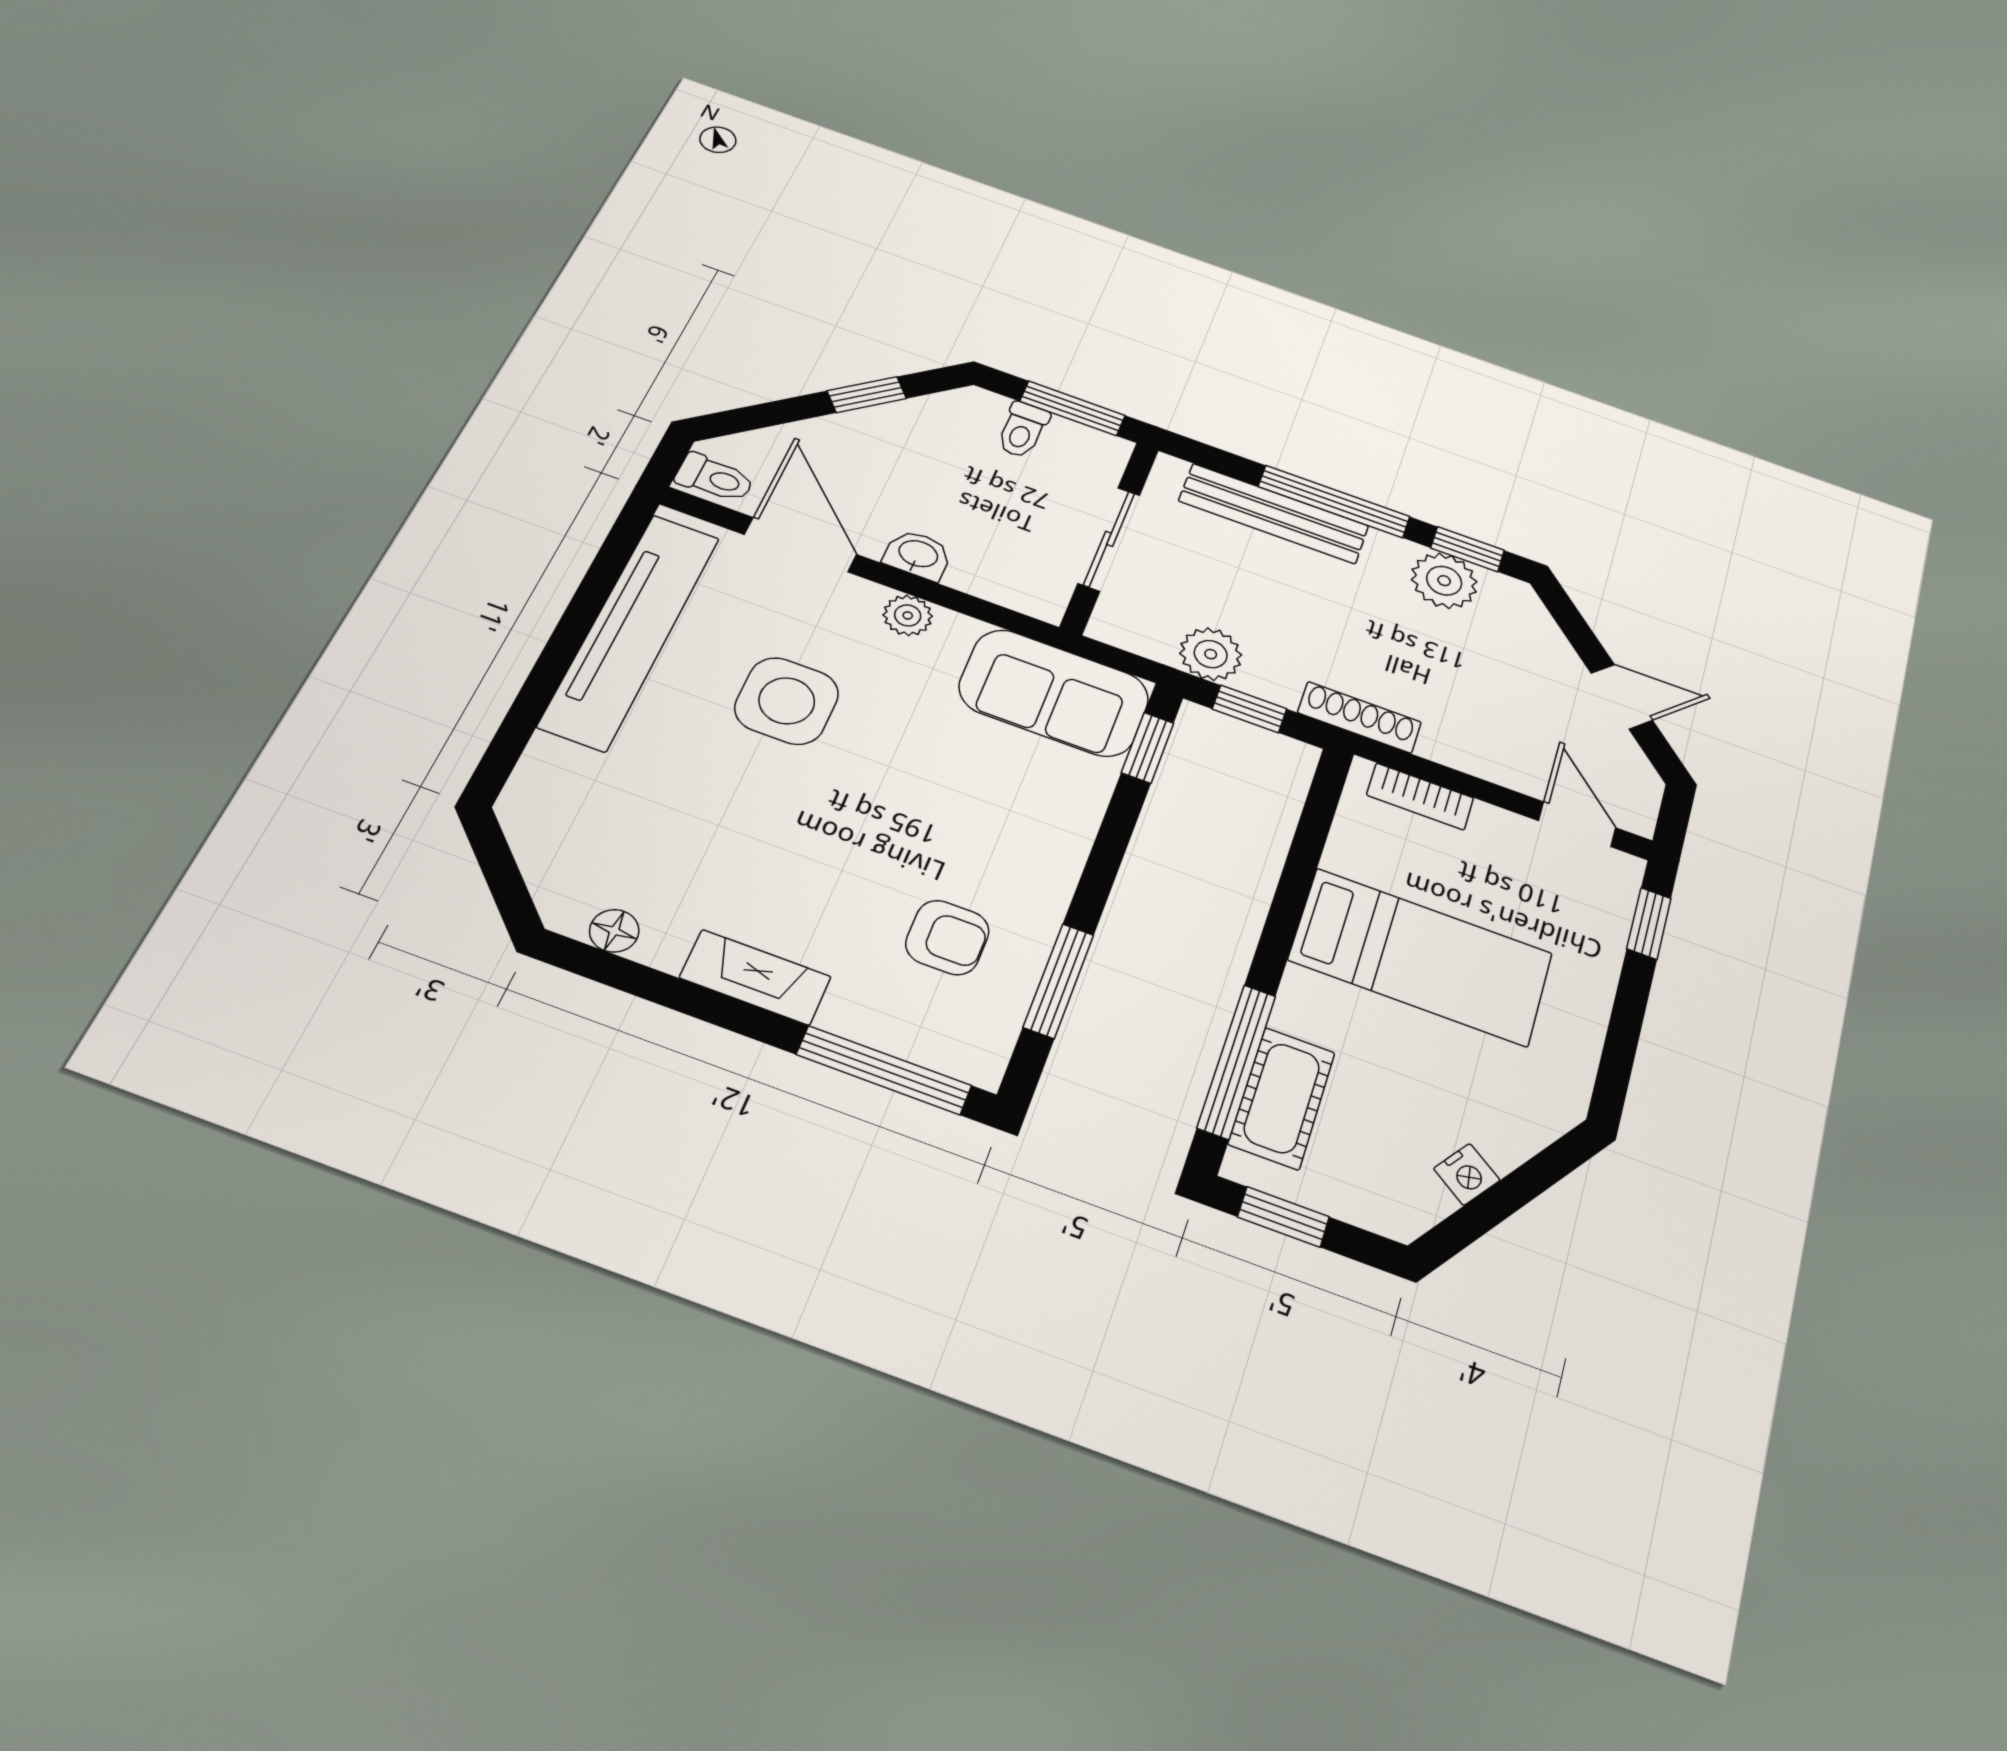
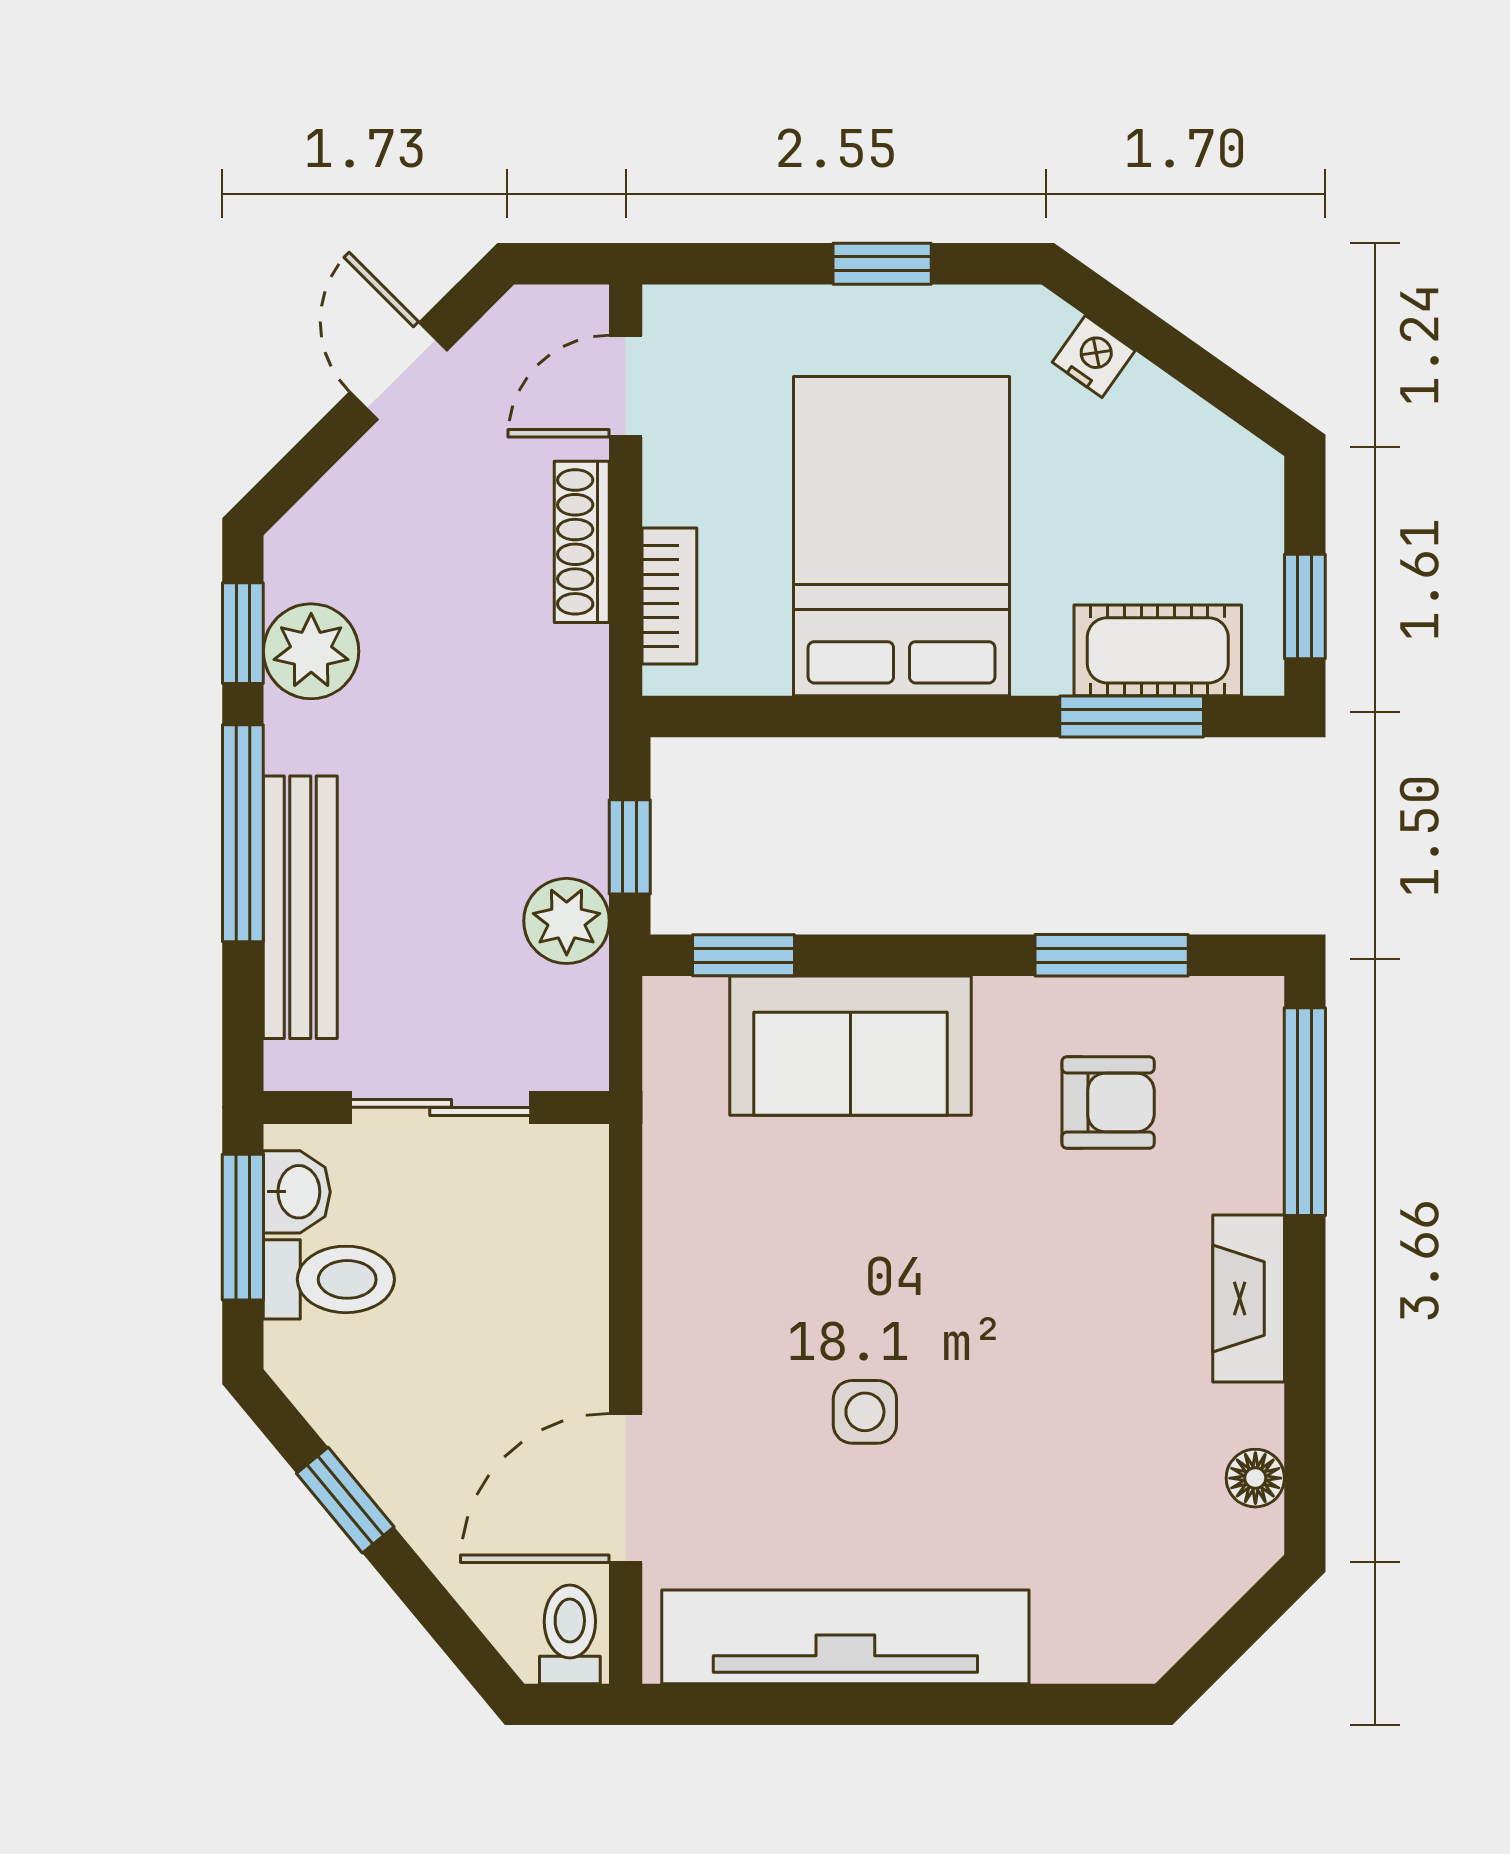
toilet: (1023, 430) -> (329, 1279), width x1.37, depth x1.39
washbasin: (918, 555) -> (297, 1192), moved, turned 180
plant: (908, 615) -> (675, 1316), removed
sofa: (1054, 693) -> (851, 1046), moved, turned 90
side table: (787, 701) -> (865, 1412), width x0.54, depth x0.54
shoe rack: (1359, 717) -> (582, 542), moved
window: (1649, 923) -> (882, 264), moved
armchair: (947, 937) -> (1108, 1102), turned 90
bed: (1421, 957) -> (901, 536), width x1.50
window: (1237, 1061) -> (1132, 716), width x0.69
nightstand: (1467, 1174) -> (1094, 356), moved

